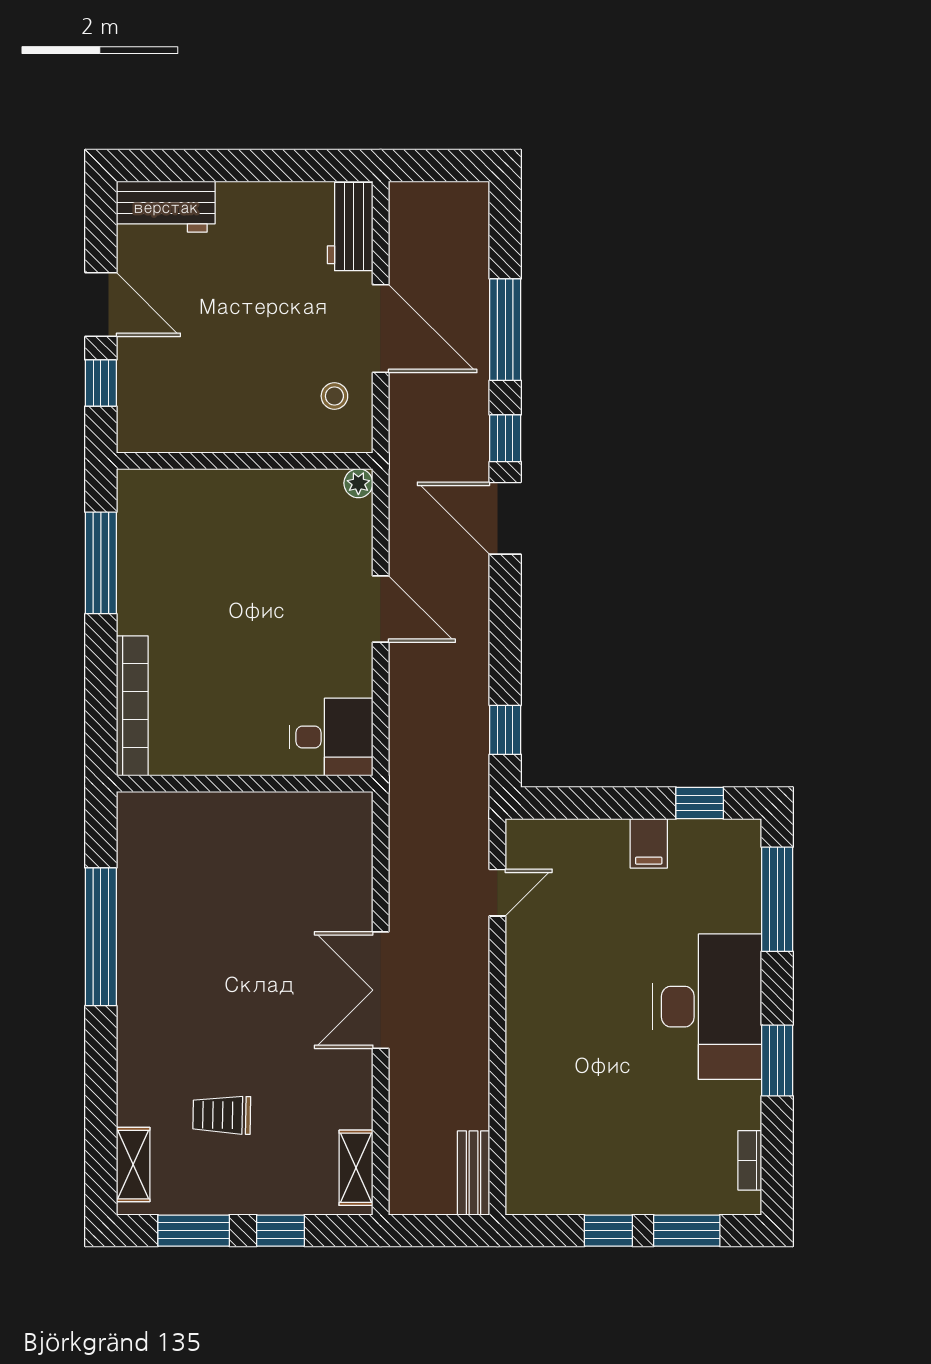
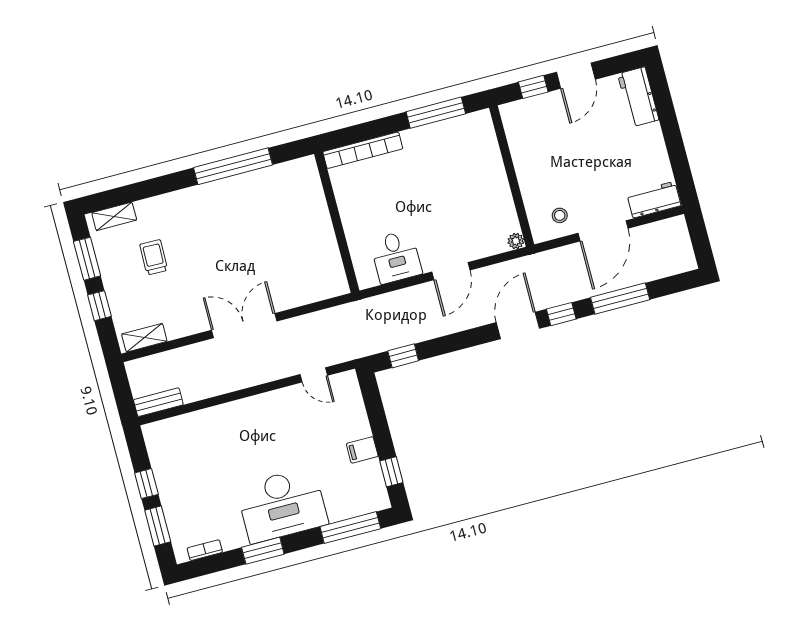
desk: (331, 737) -> (396, 257), moved

